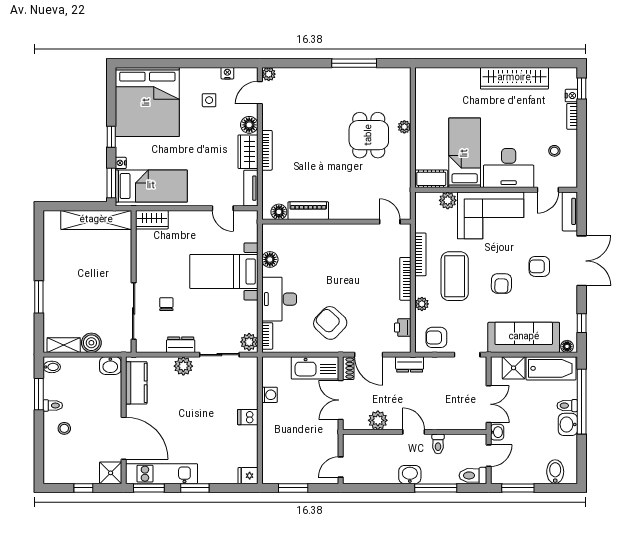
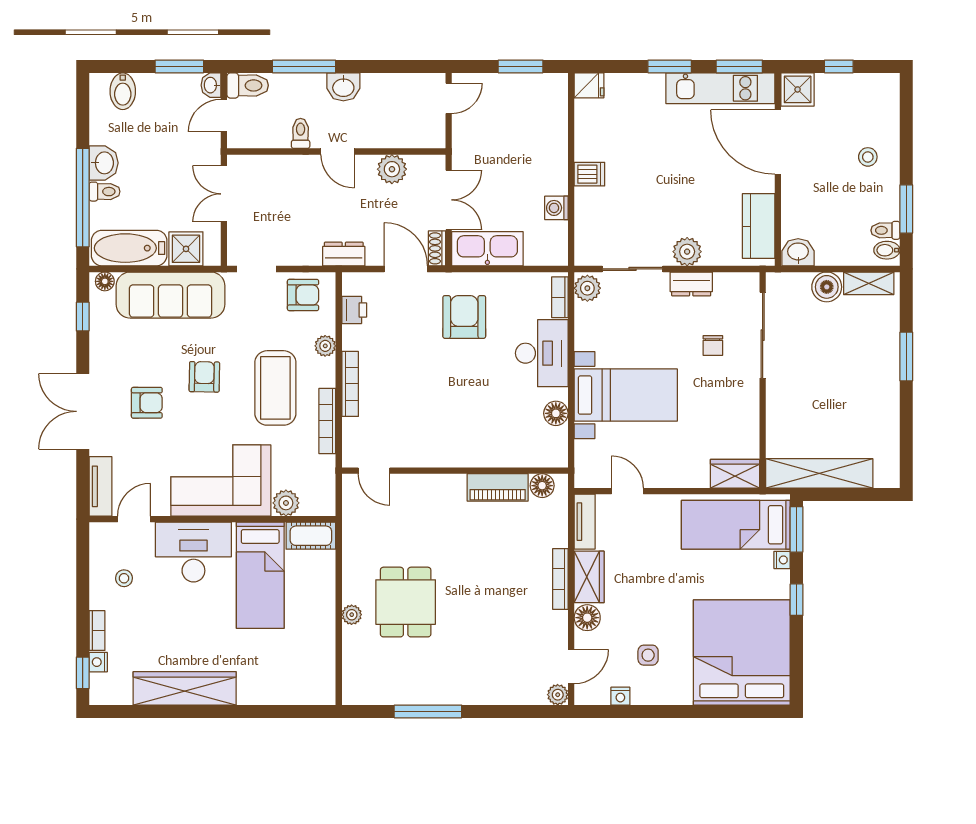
armchair: (330, 323) -> (464, 317), turned -133
toilet: (53, 405) -> (885, 230), moved
washbasin: (497, 432) -> (211, 85), moved

